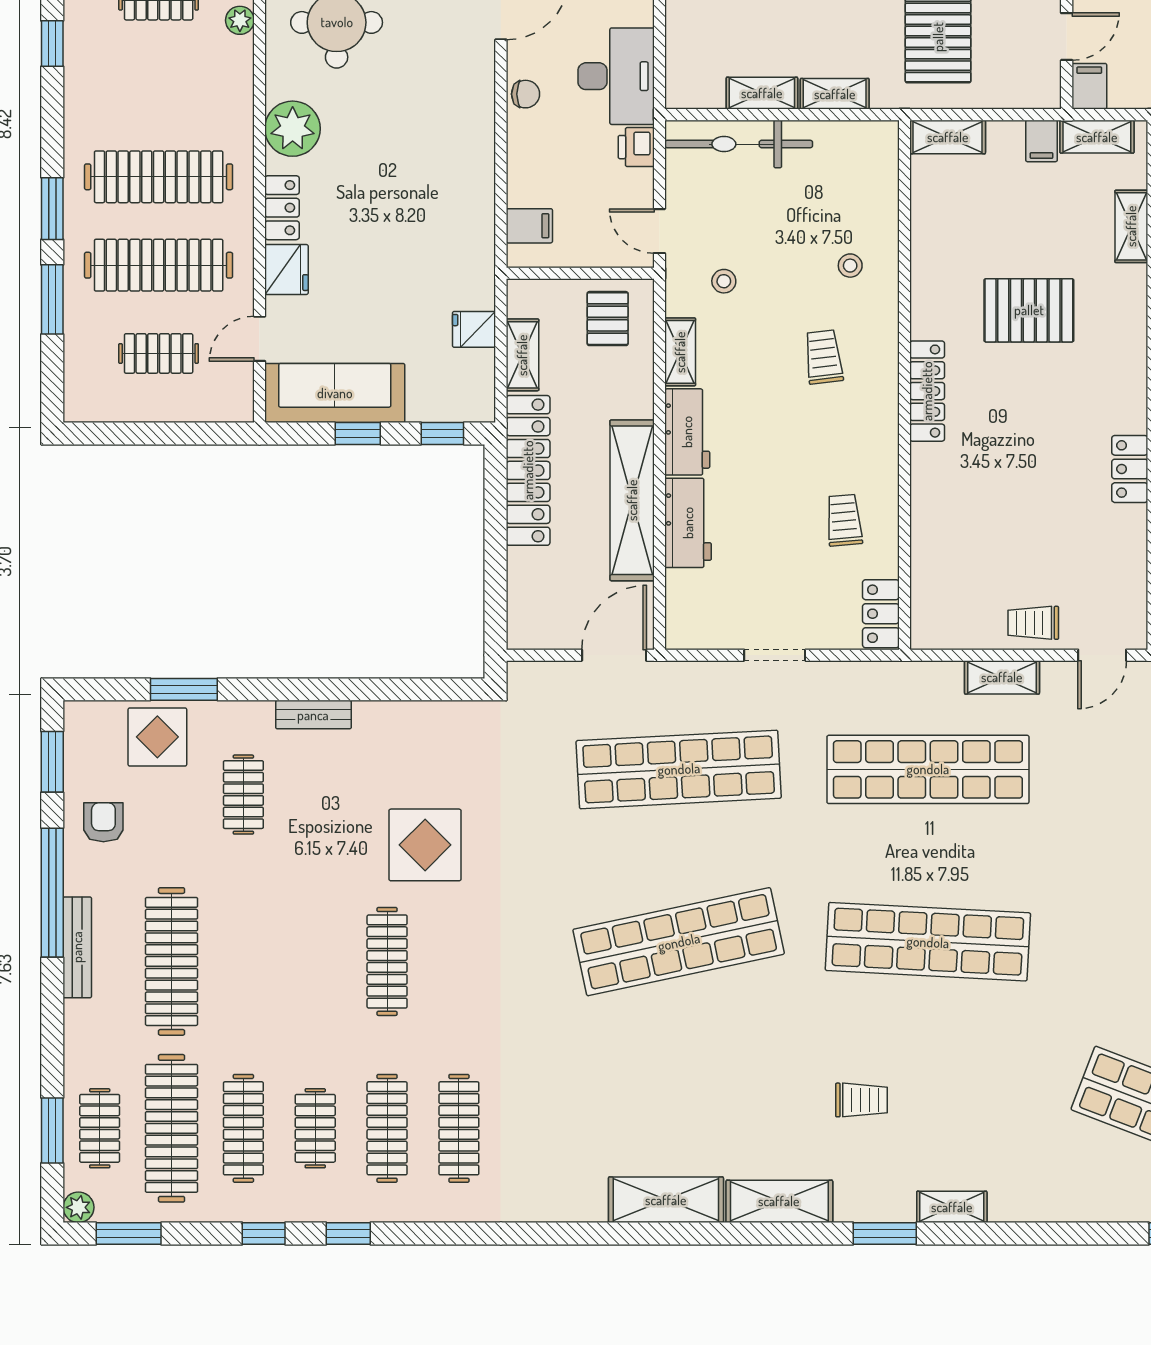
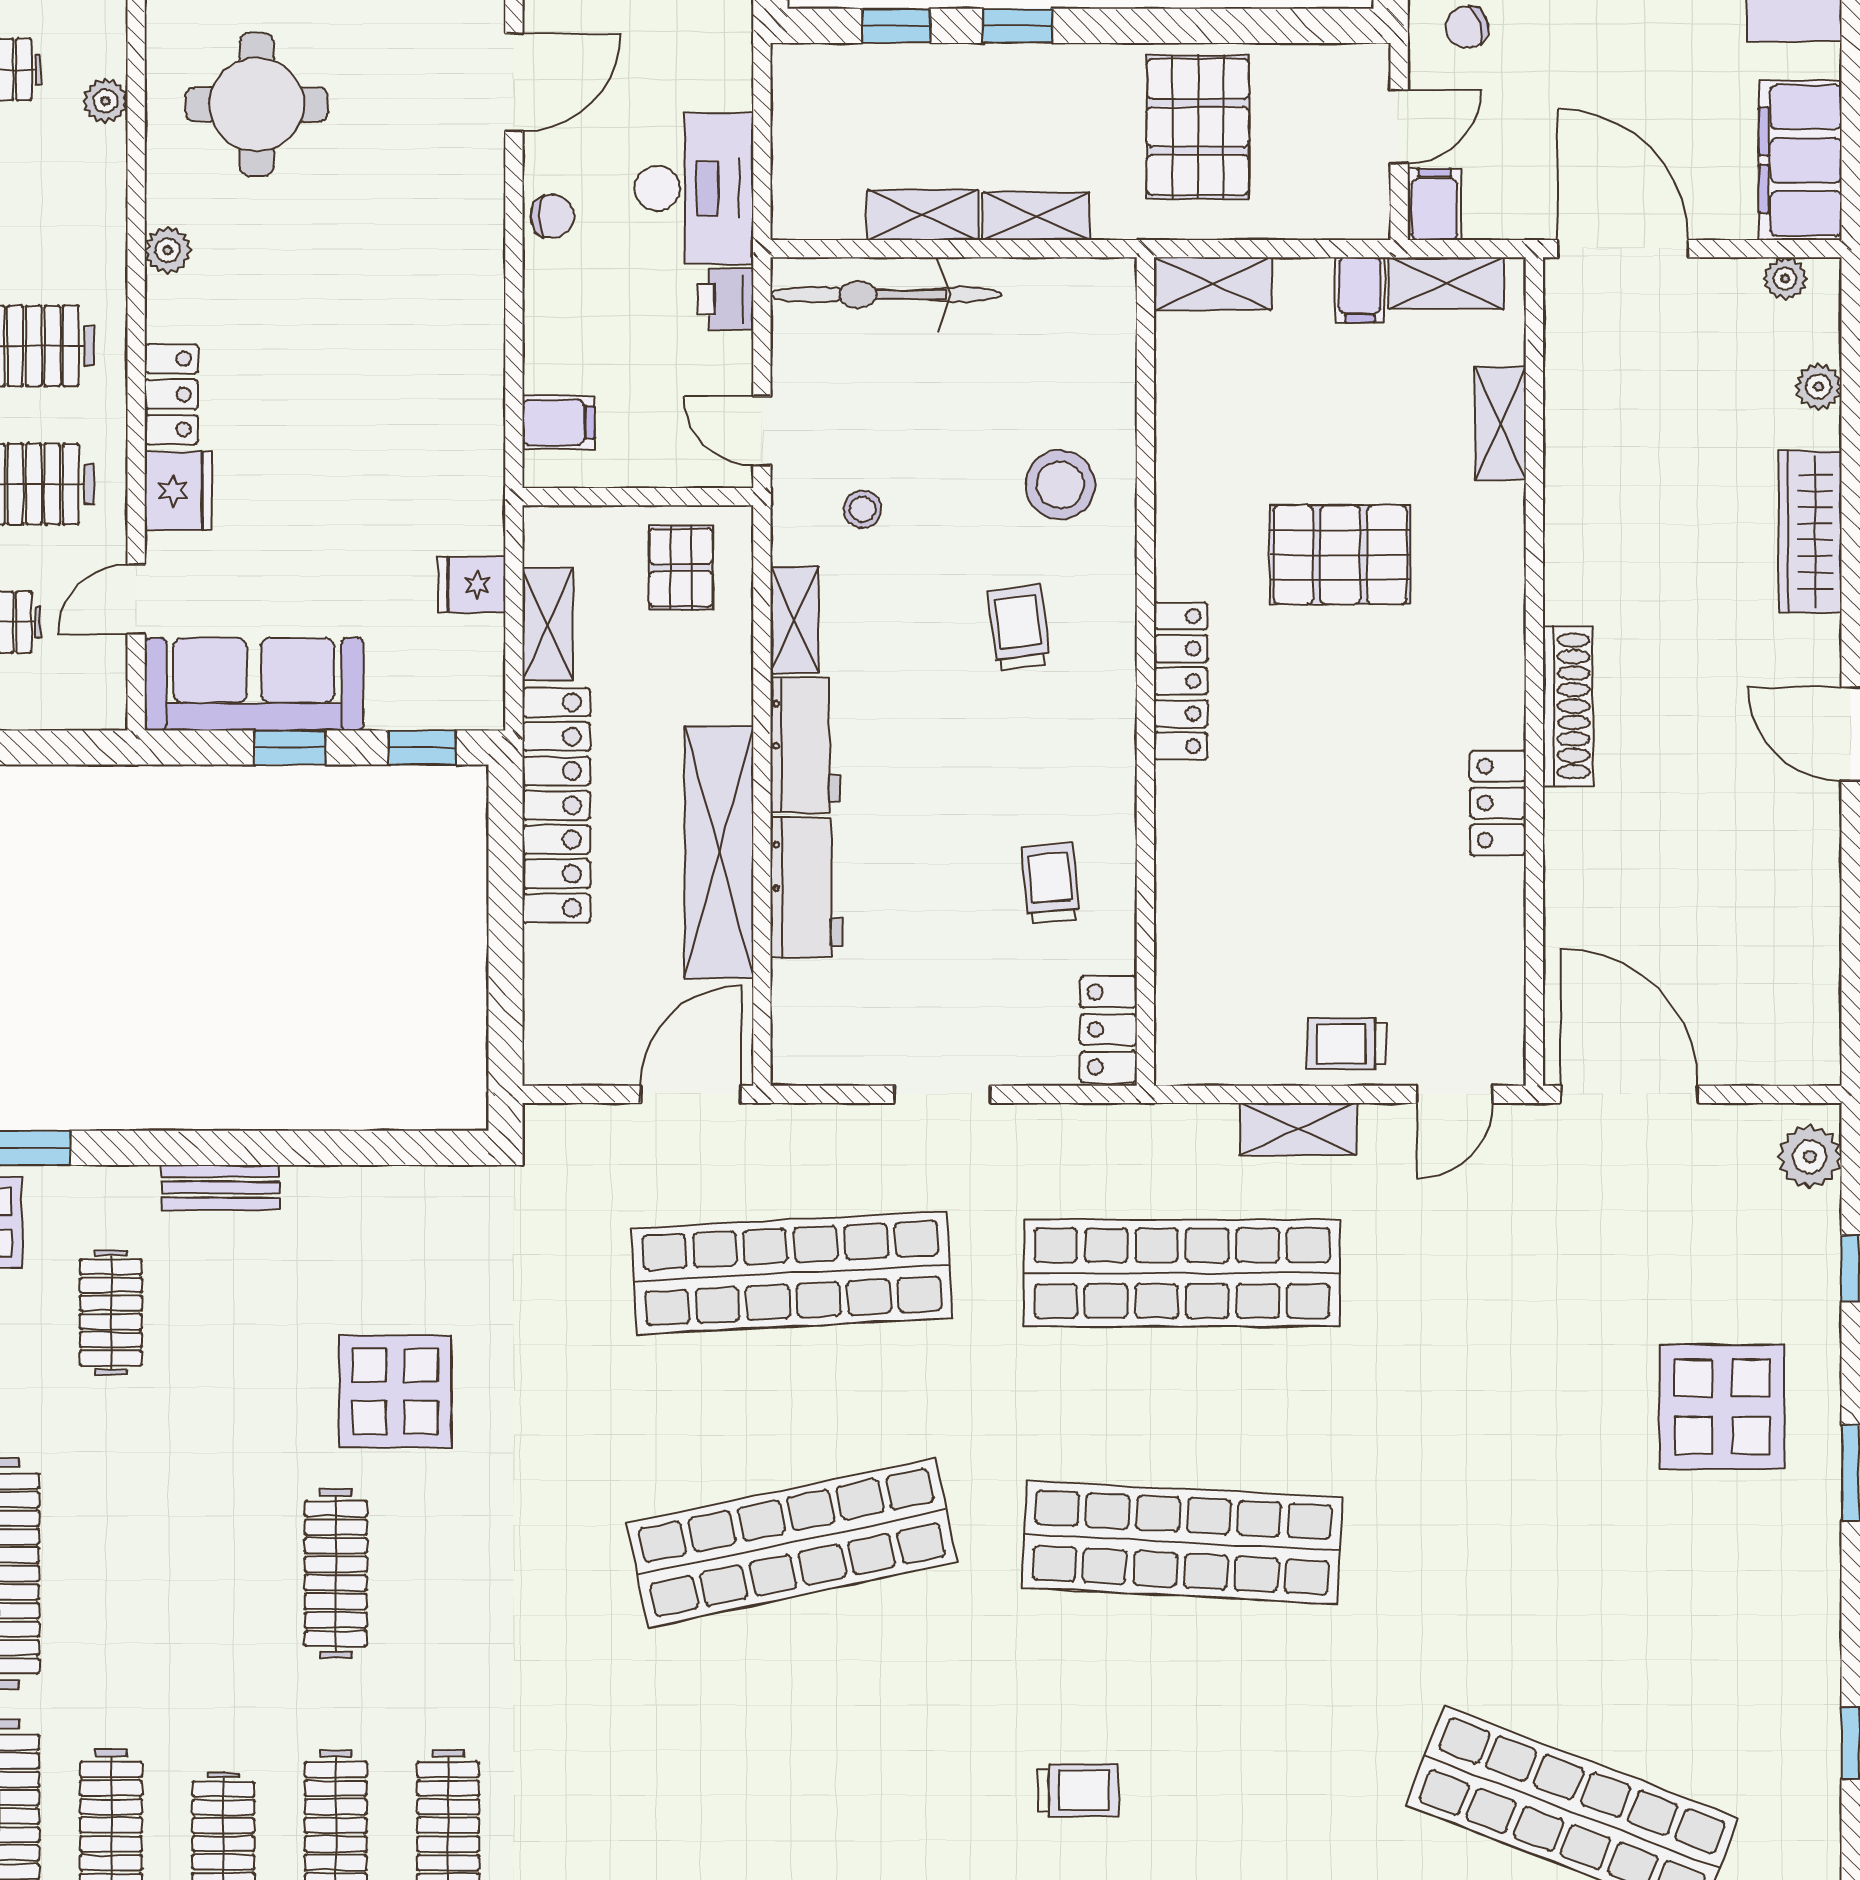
plant: (293, 129) -> (168, 250), width x0.53, depth x0.53
stool: (850, 266) -> (1060, 485), width x1.89, depth x1.89

